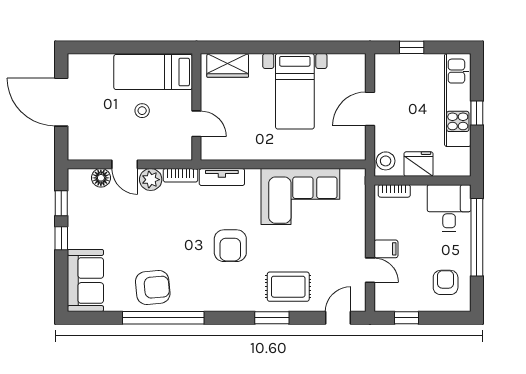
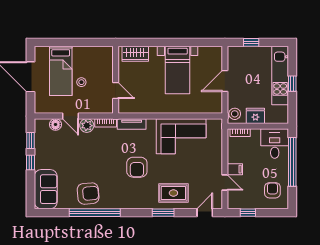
bed: (153, 72) -> (61, 71), moved, turned -90

